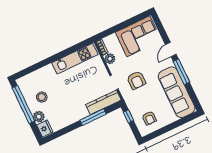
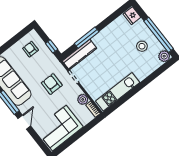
plant: (39, 117) -> (164, 56), moved

